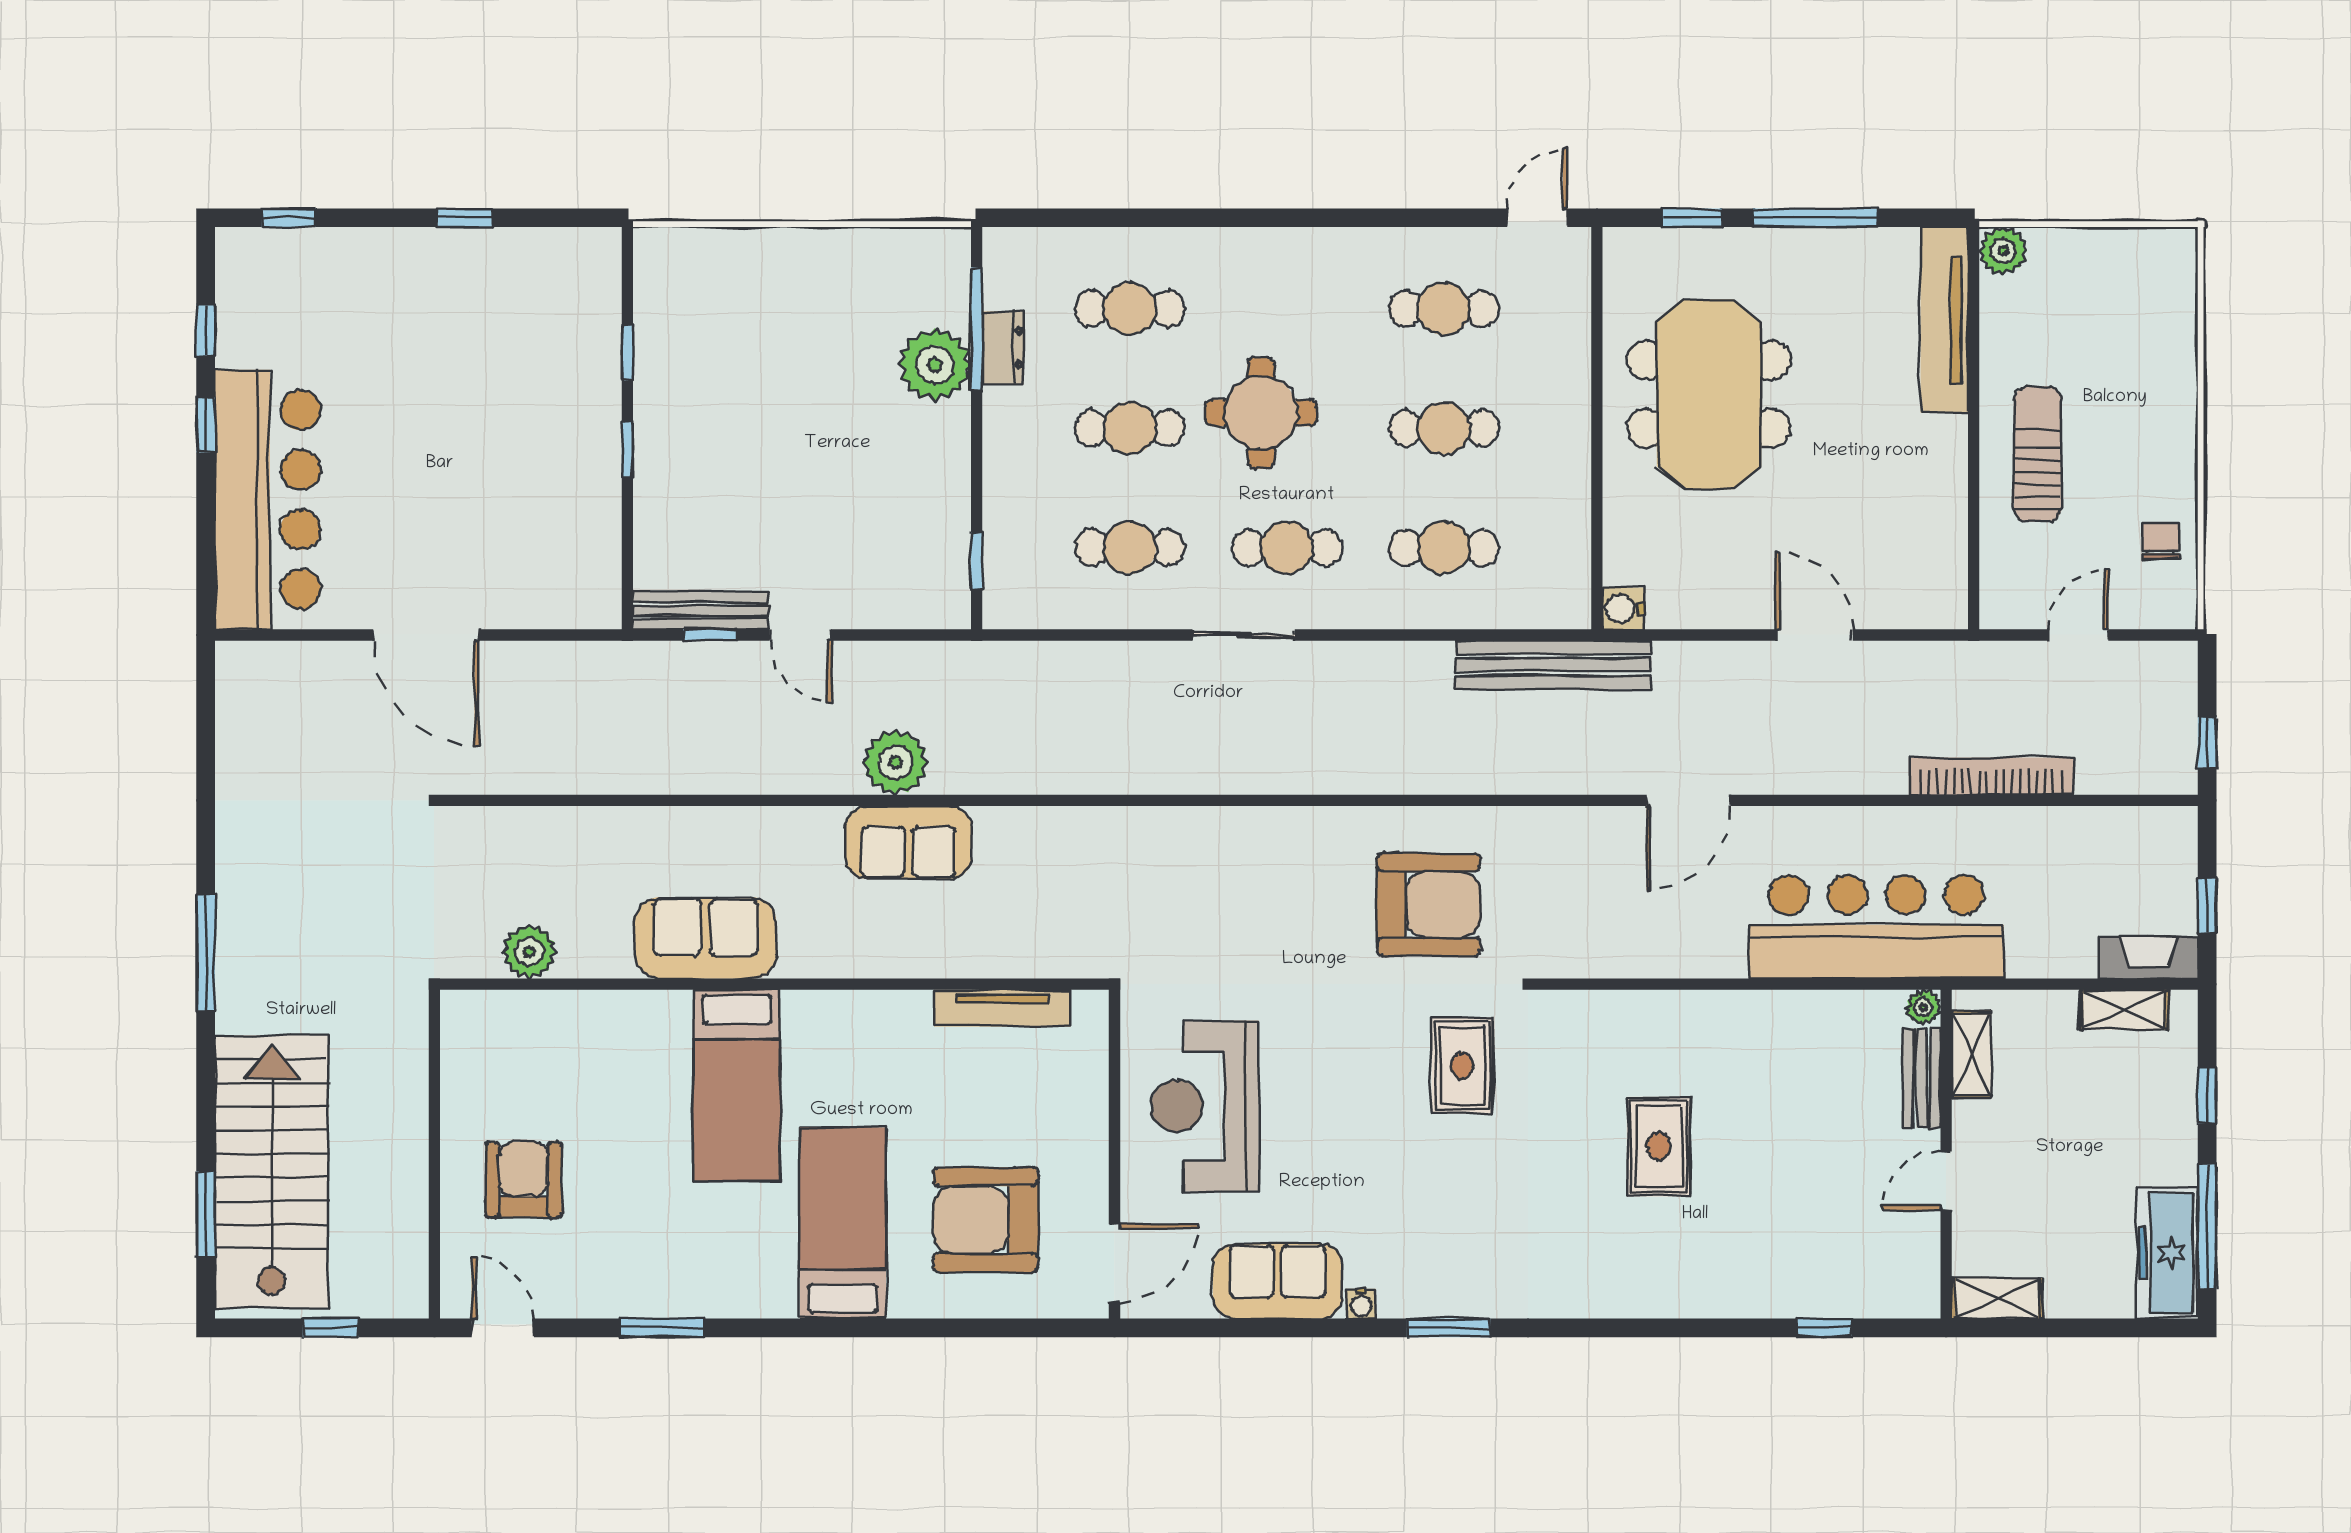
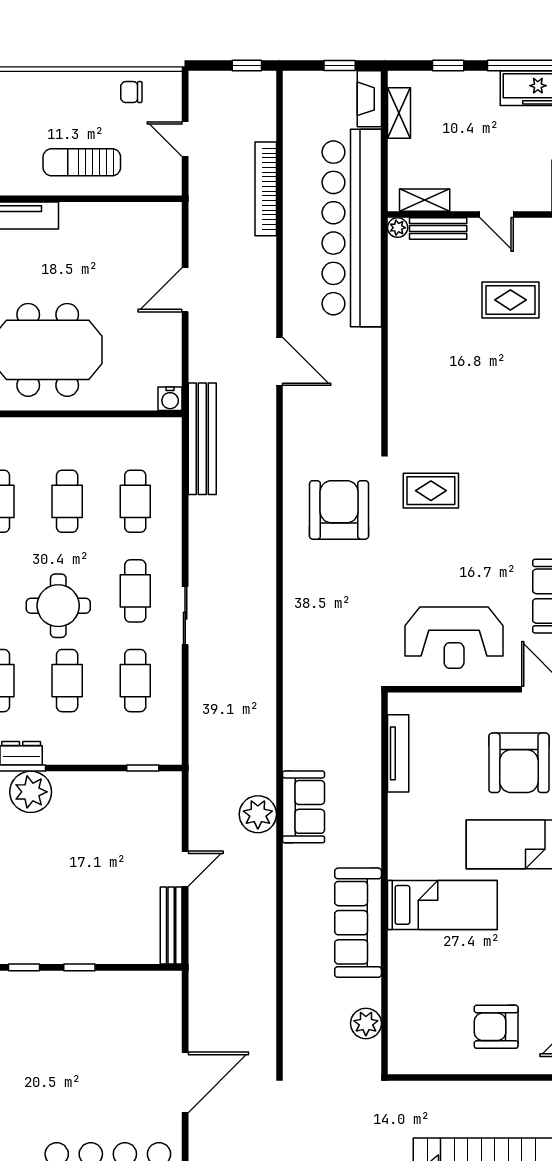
window: (710, 635) -> (185, 920), removed
bar counter: (1877, 927) -> (352, 228), width x1.36
sofa: (706, 938) -> (358, 923), width x1.36
rug: (1659, 1147) -> (510, 300), moved

